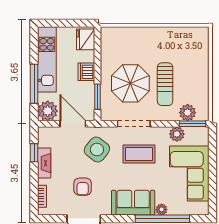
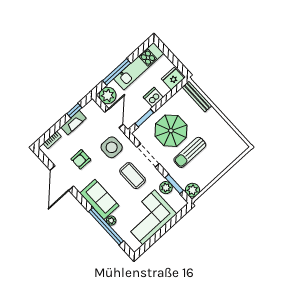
bench: (121, 32) -> (197, 96), added
plant: (188, 113) -> (192, 190), moved
window: (193, 124) -> (174, 184), moved
side table: (97, 149) -> (112, 147), turned -38

